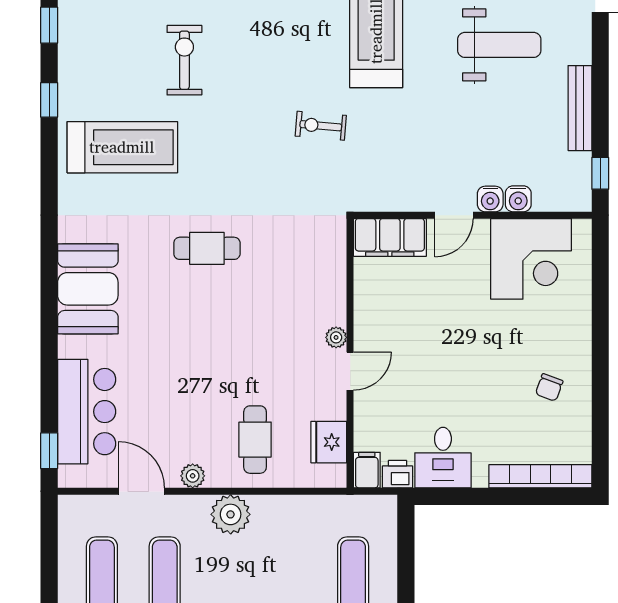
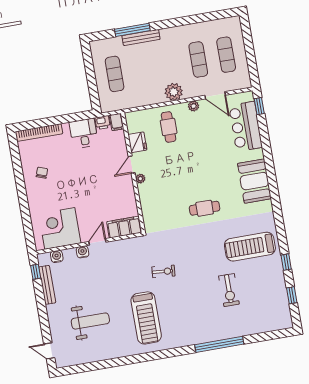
weight bench: (499, 45) -> (90, 321), turned 180
bench: (580, 108) -> (47, 285), moved
water cooler: (518, 199) -> (57, 256), moved
fridge: (329, 442) -> (137, 142), moved

